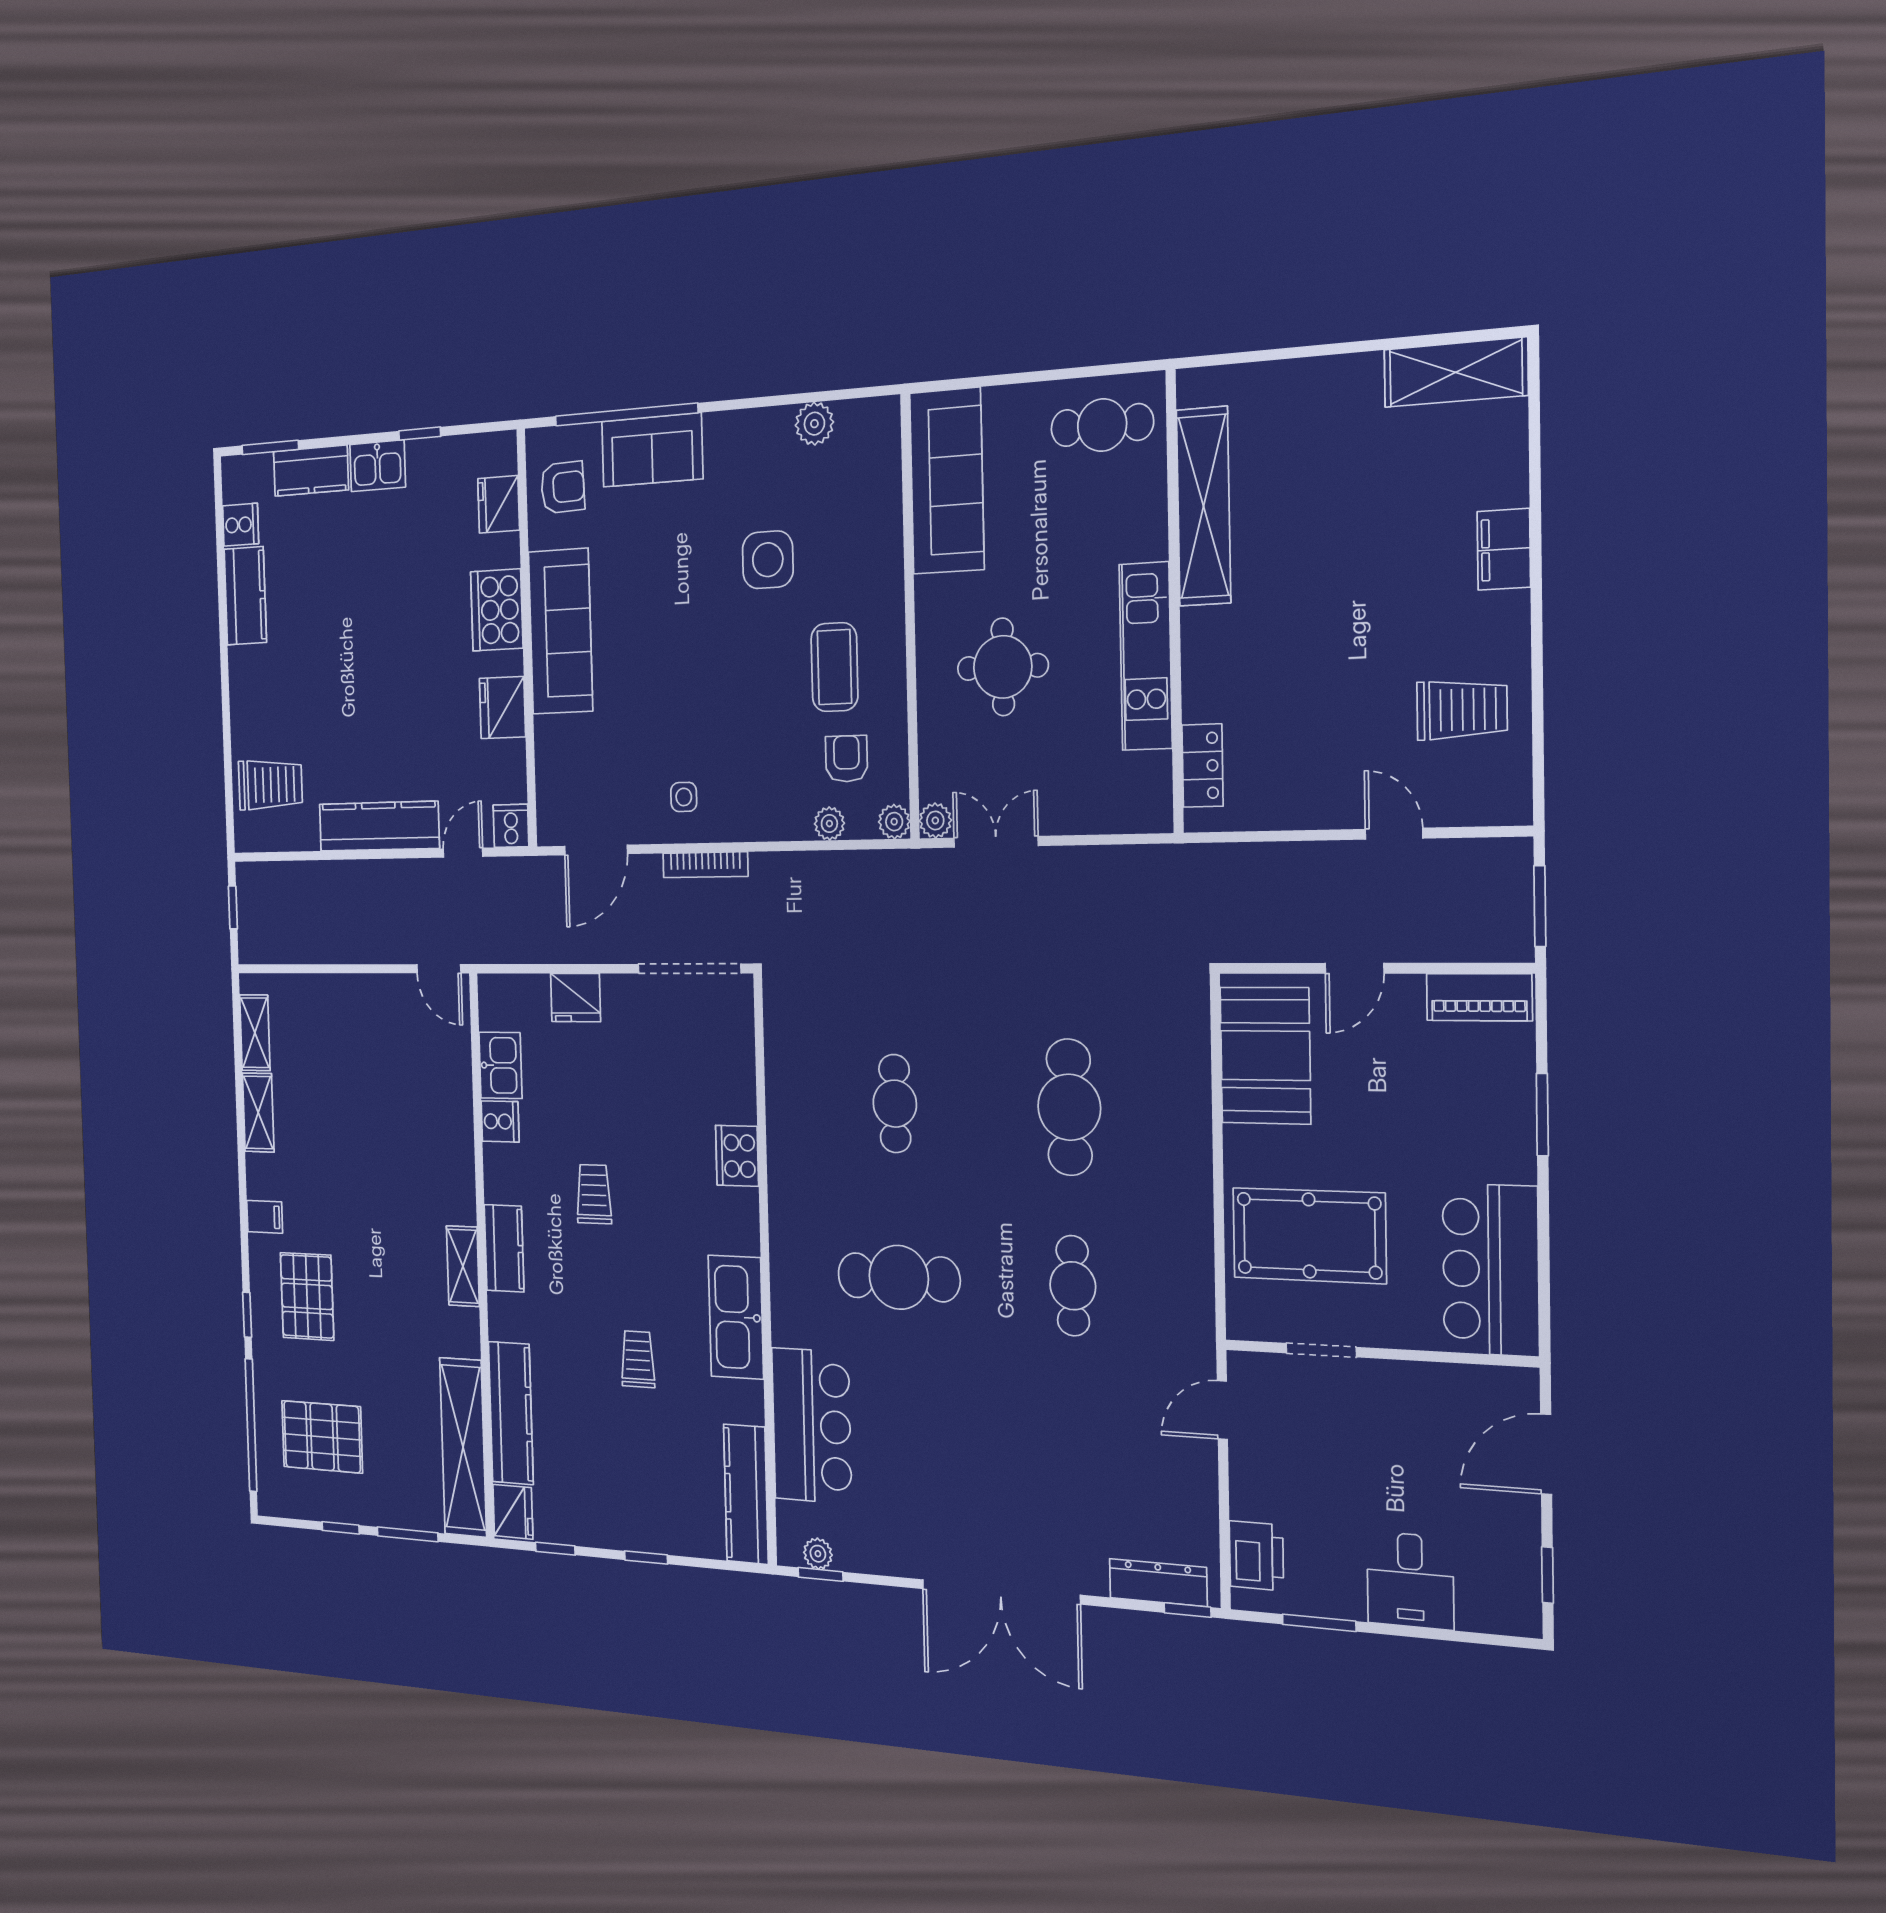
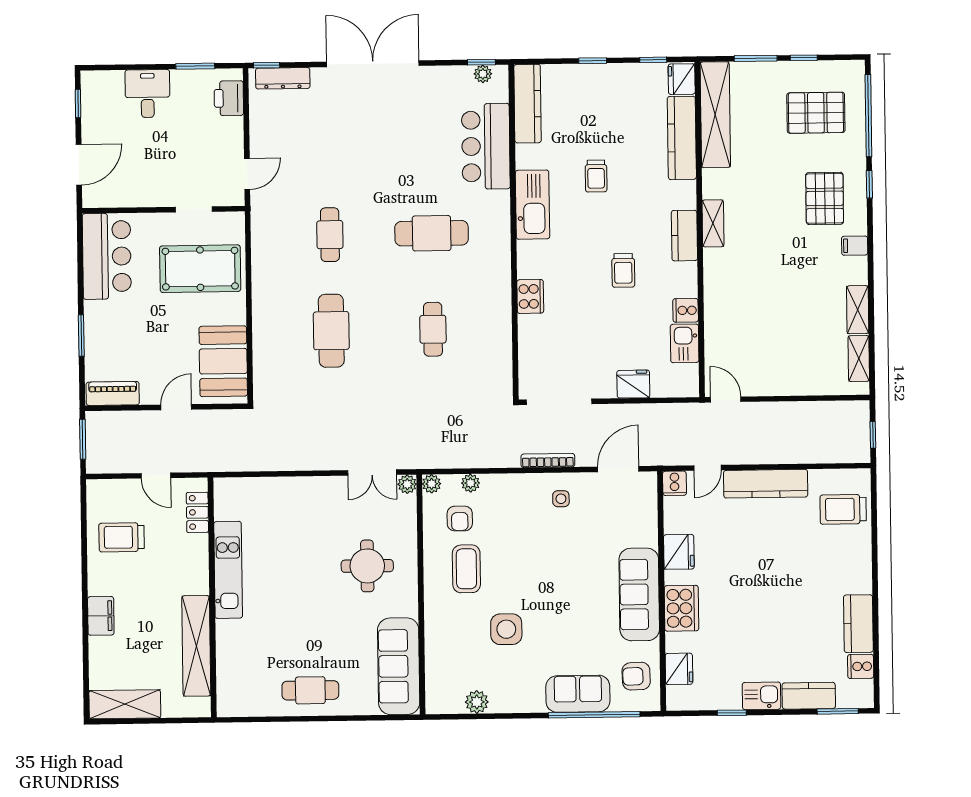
shelving: (1203, 506) -> (196, 646), moved
wall: (1175, 602) -> (212, 597), moved
kitchen unit: (1146, 656) -> (228, 570), moved
locker: (1202, 766) -> (197, 512), moved

